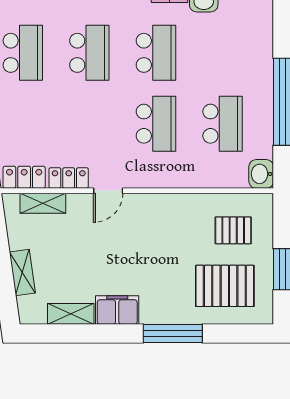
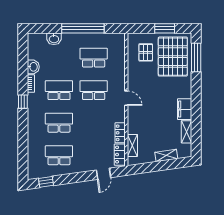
washbasin: (261, 174) -> (54, 39), moved
door: (108, 191) -> (126, 98), moved
pallet: (225, 286) -> (173, 57), width x1.37, depth x1.41
window: (173, 334) -> (196, 57), moved

